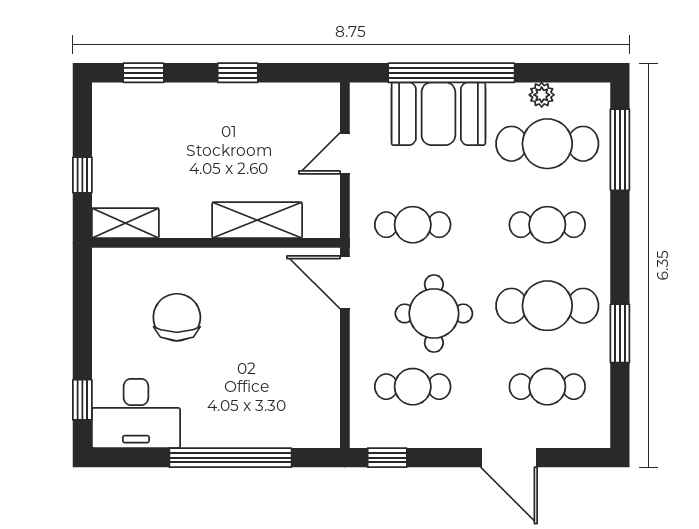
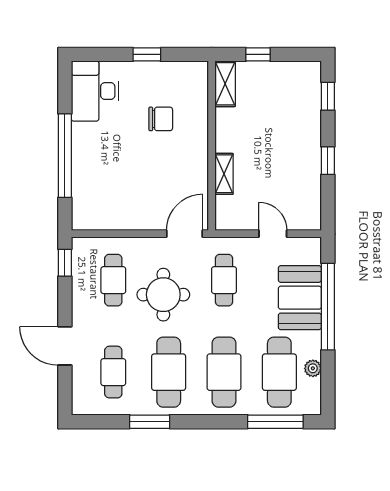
shelving: (257, 220) -> (224, 174), width x0.67, depth x0.75
cafe table: (547, 225) -> (224, 372), width x1.37, depth x1.35
chair: (177, 317) -> (161, 119), width x0.73, depth x0.73
window: (82, 400) -> (147, 54), moved
door: (509, 458) -> (65, 346), hinge flipped

